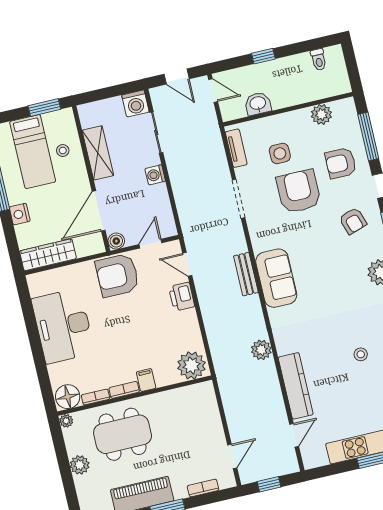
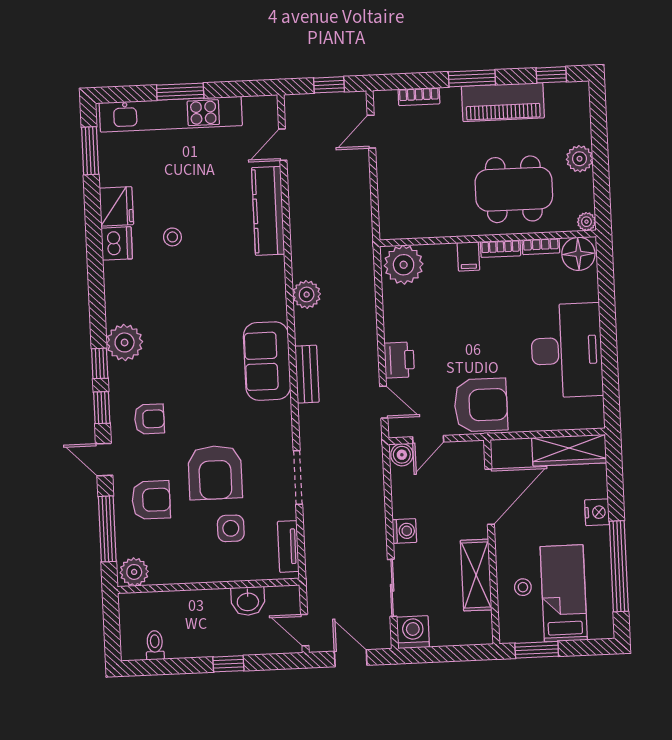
plant: (321, 114) -> (134, 572), moved
armchair: (353, 221) -> (149, 419), turned 108
boiler: (116, 241) -> (402, 455), moved
plant: (261, 350) -> (307, 294), moved

